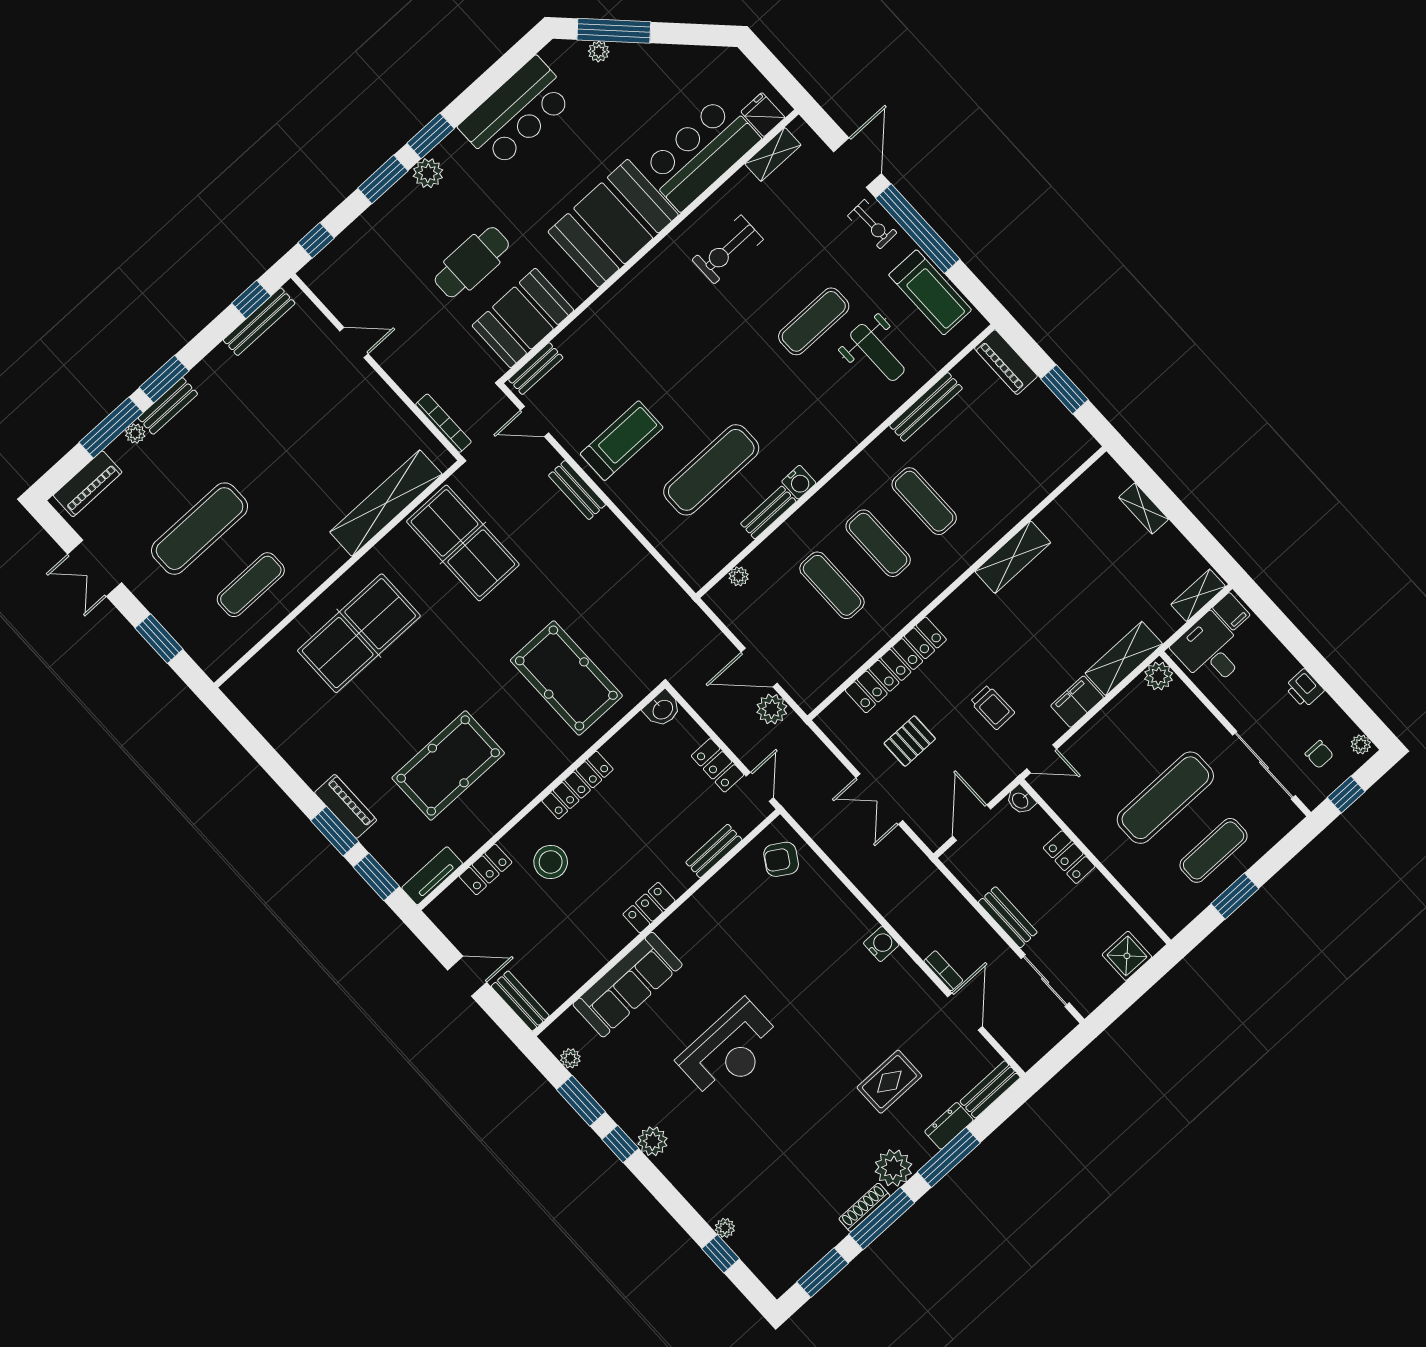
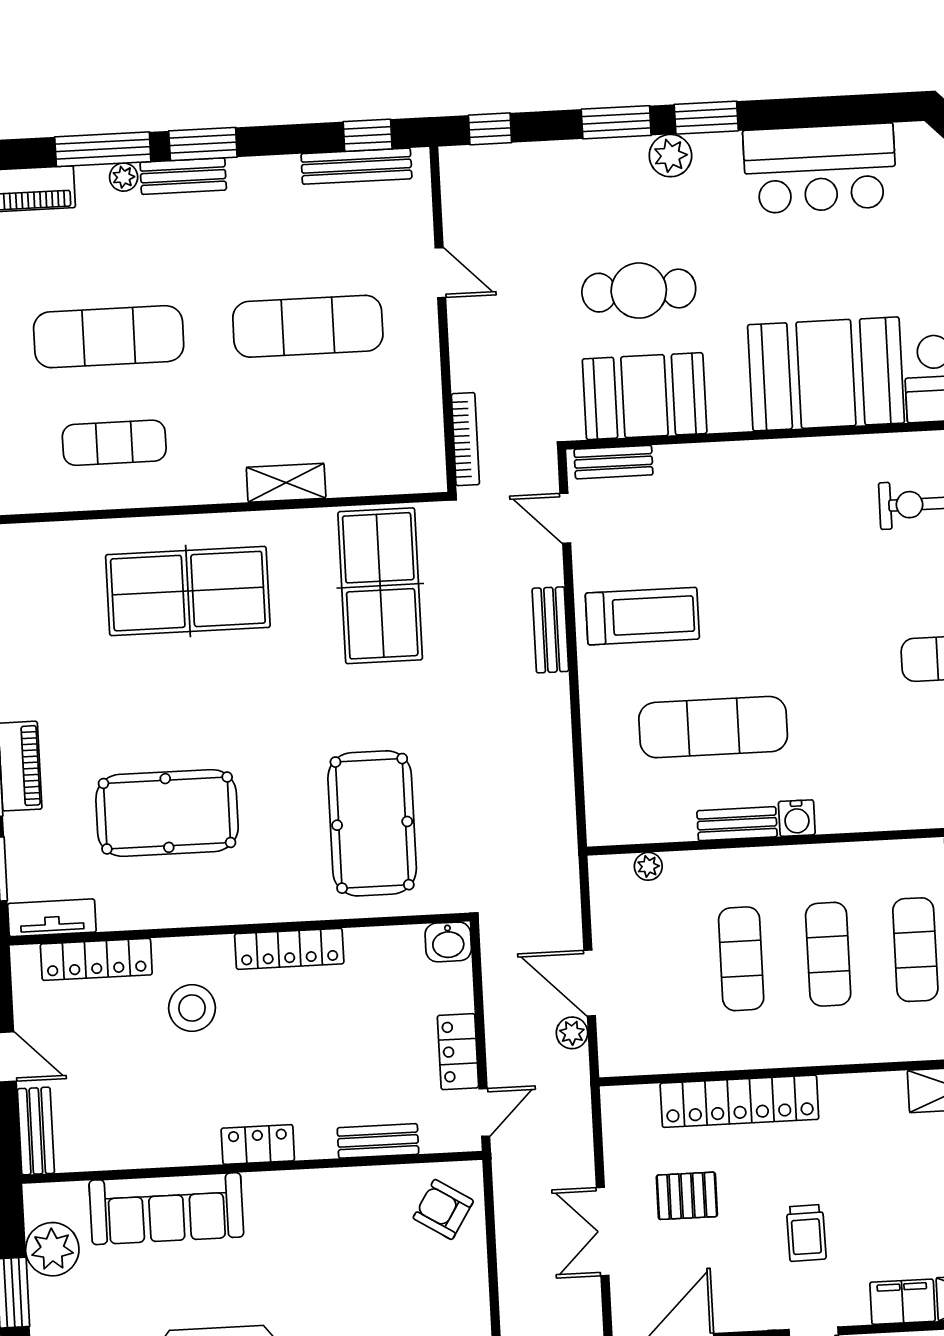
exercise mat: (305, 432) -> (308, 326), added
shelving: (386, 503) -> (286, 483), width x0.45, depth x0.75
plant: (772, 709) -> (572, 1033), width x0.73, depth x0.73
locker: (486, 869) -> (96, 959), width x1.53
plant: (570, 1058) -> (52, 1249), width x1.88, depth x1.88

